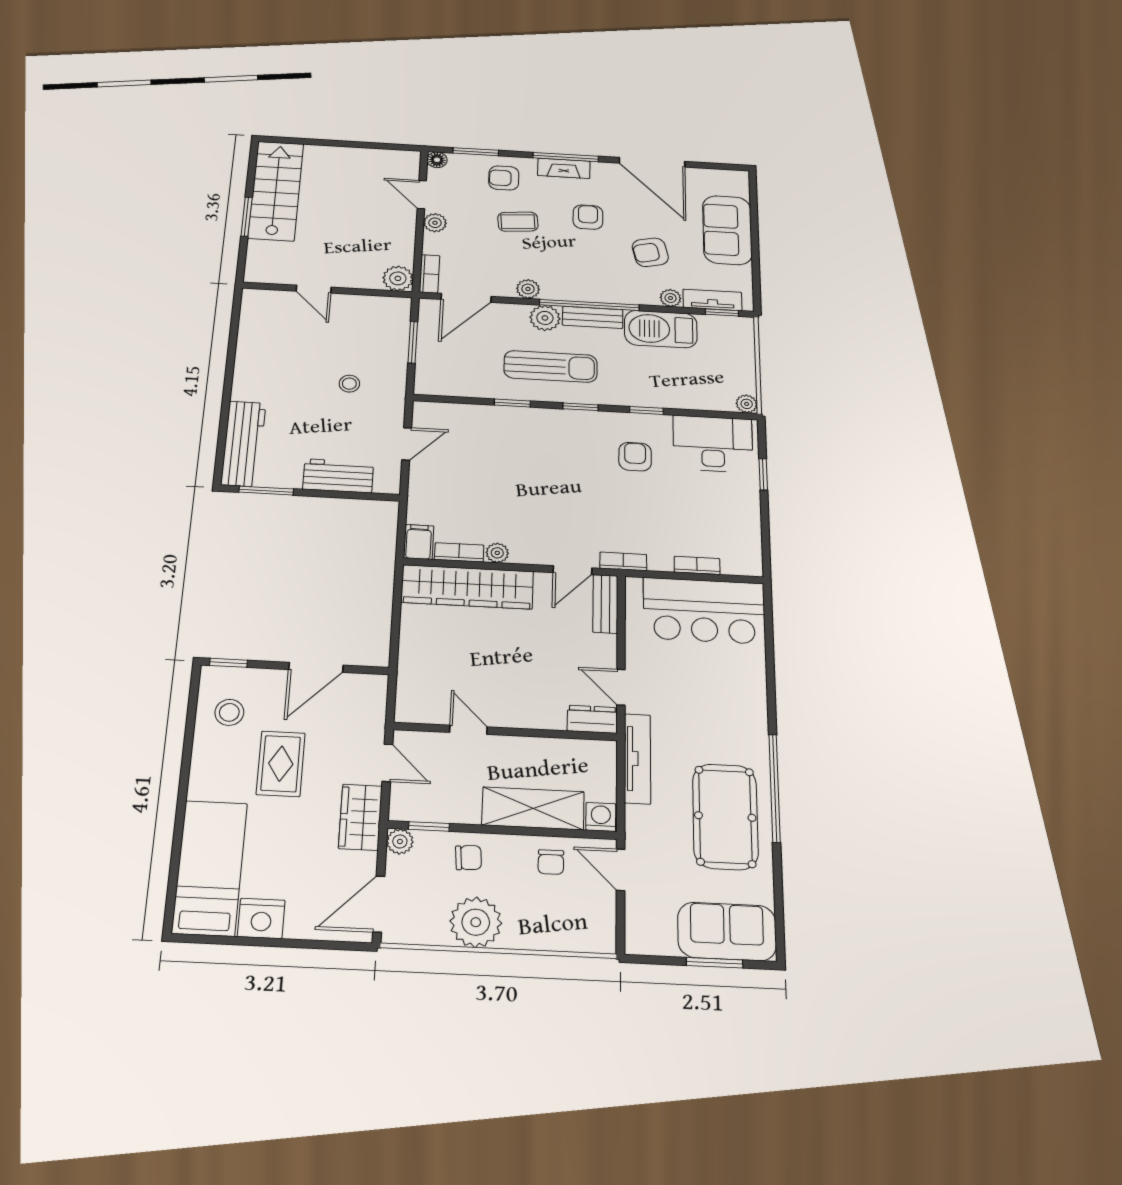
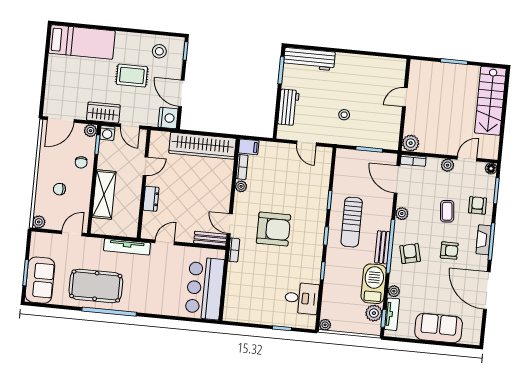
door: (652, 162) -> (487, 291), hinge flipped
stairs: (276, 191) -> (490, 101), moved, turned 90
armchair: (650, 252) -> (410, 254), moved
plant: (545, 318) -> (374, 313), moved
desk: (713, 444) -> (302, 298), width x0.73
armchair: (635, 457) -> (273, 229), moved, width x1.88, depth x1.88
bookcase: (697, 565) -> (230, 287), removed
wardrobe: (467, 587) -> (202, 146), moved, turned -90
dresser: (592, 719) -> (151, 199), moved
door: (387, 763) -> (130, 126), hinge flipped
washing machine: (601, 817) -> (107, 133), moved, turned 90
chair: (551, 862) -> (59, 189), moved
door: (379, 904) -> (61, 120), swing flipped
nightstand: (261, 918) -> (168, 118), moved, turned 180
plant: (476, 922) -> (39, 222), moved, width x0.53, depth x0.53

